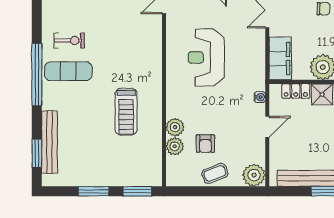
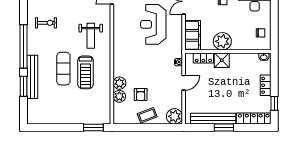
reception desk: (206, 57) -> (153, 24), moved
weight bench: (134, 59) -> (91, 36), added
exercise mat: (68, 71) -> (63, 69), moved, turned 90
bench: (49, 142) -> (32, 77), moved
window: (37, 154) -> (23, 86), moved
window: (94, 191) -> (63, 128), removed

